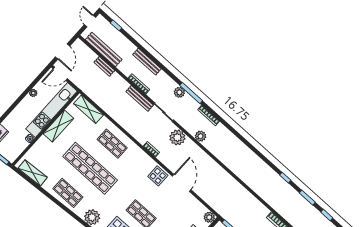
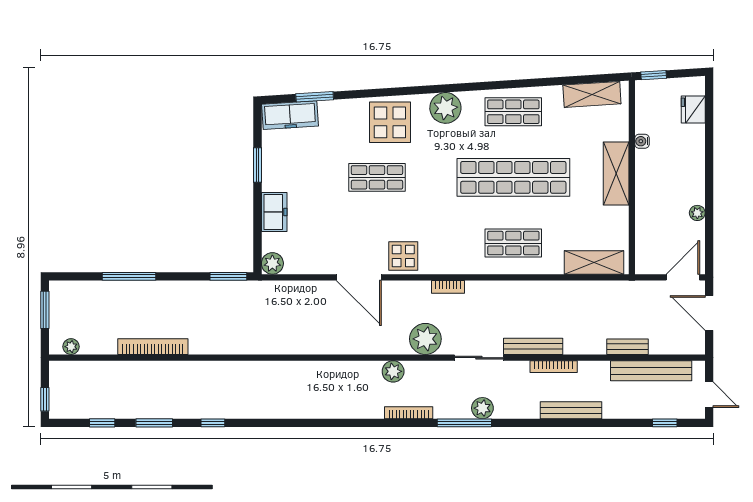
kitchen unit: (51, 110) -> (648, 212), removed
shelving: (58, 126) -> (616, 174), moved

